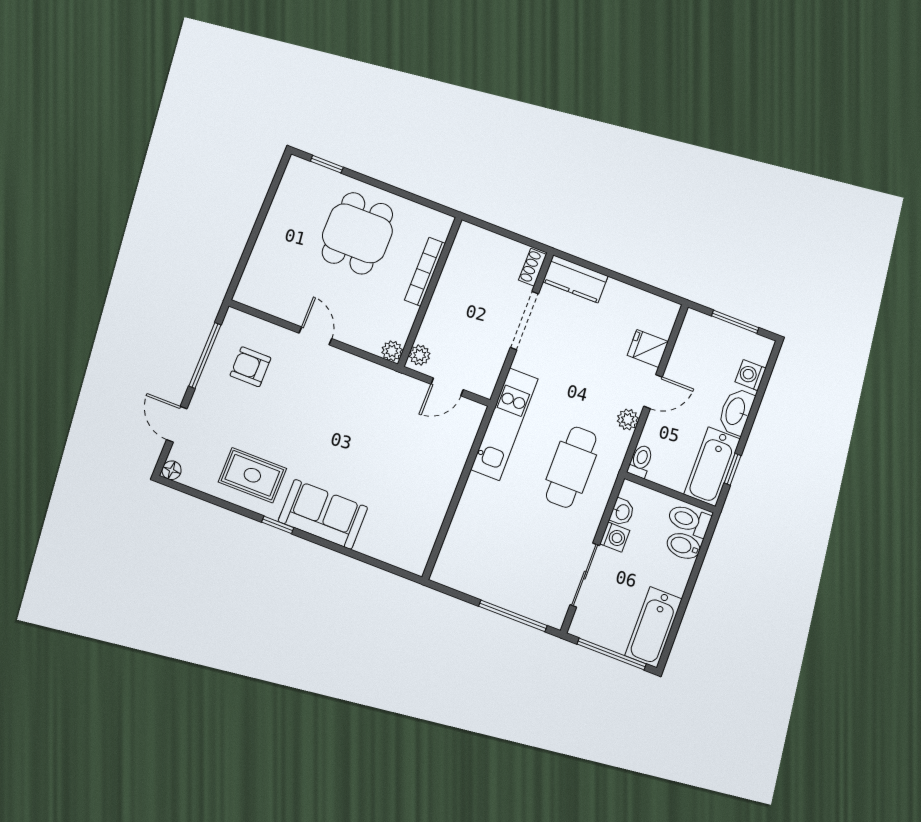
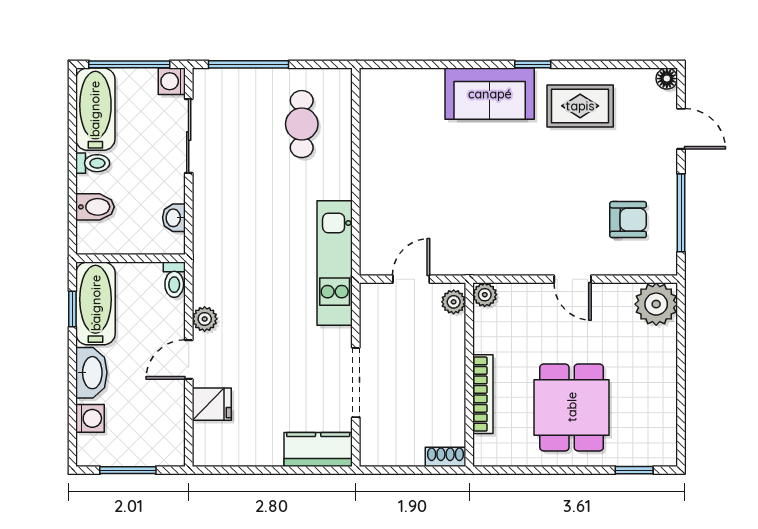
shoe rack: (533, 267) -> (446, 457), moved, turned -90
plant: (255, 290) -> (656, 304), added
cafe table: (571, 467) -> (302, 124), moved, width x0.73, depth x0.74
toilet: (689, 520) -> (93, 163), moved, width x0.73, depth x0.72
washing machine: (615, 537) -> (172, 81), moved

